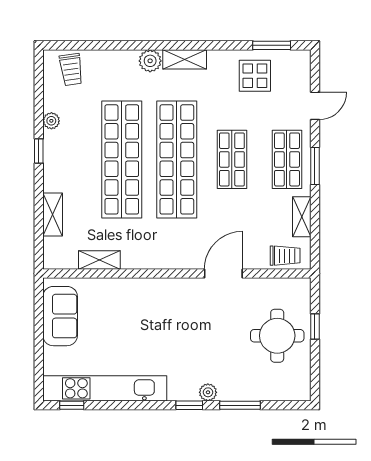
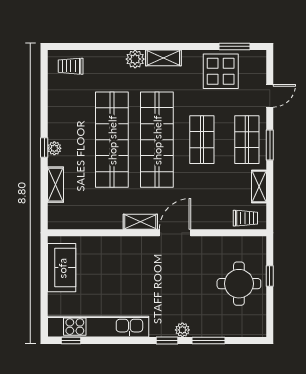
trolley: (71, 70) -> (71, 66), turned 98
display table: (255, 76) -> (221, 71), width x1.36, depth x1.36
plant: (51, 121) -> (54, 148), moved
window: (39, 151) -> (44, 148), moved
shelving: (99, 260) -> (140, 222), moved
door: (223, 273) -> (175, 233), moved

